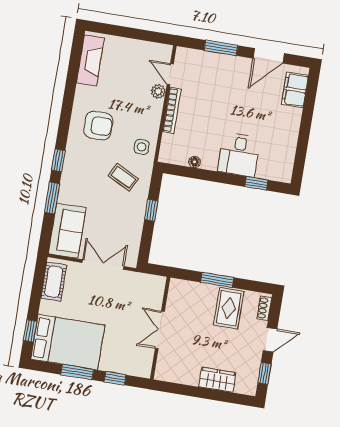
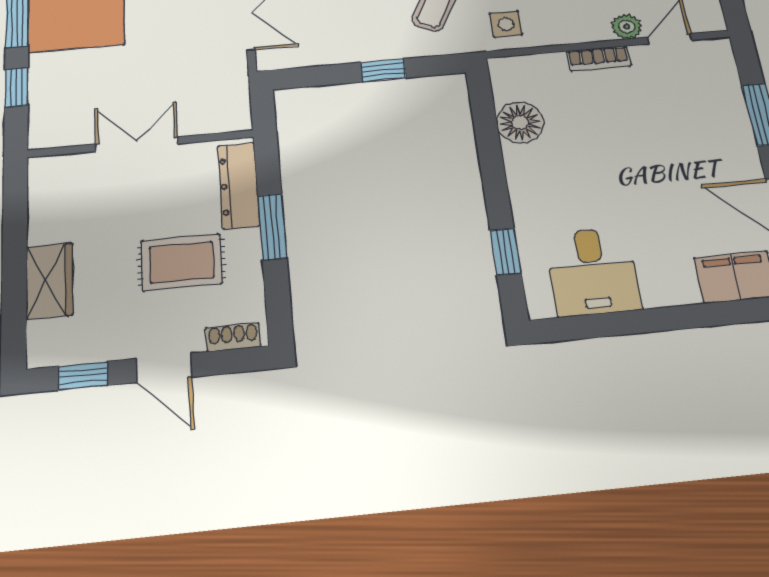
bookcase: (172, 110) -> (599, 58), width x0.64
desk: (239, 155) -> (593, 272), moved, turned -90
floor lamp: (195, 162) -> (520, 123), width x1.89, depth x1.89
dresser: (193, 290) -> (239, 186), added
rug: (229, 308) -> (182, 262), moved

